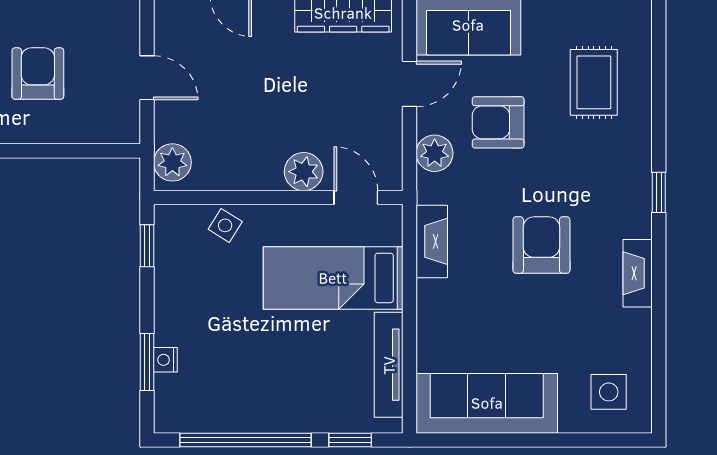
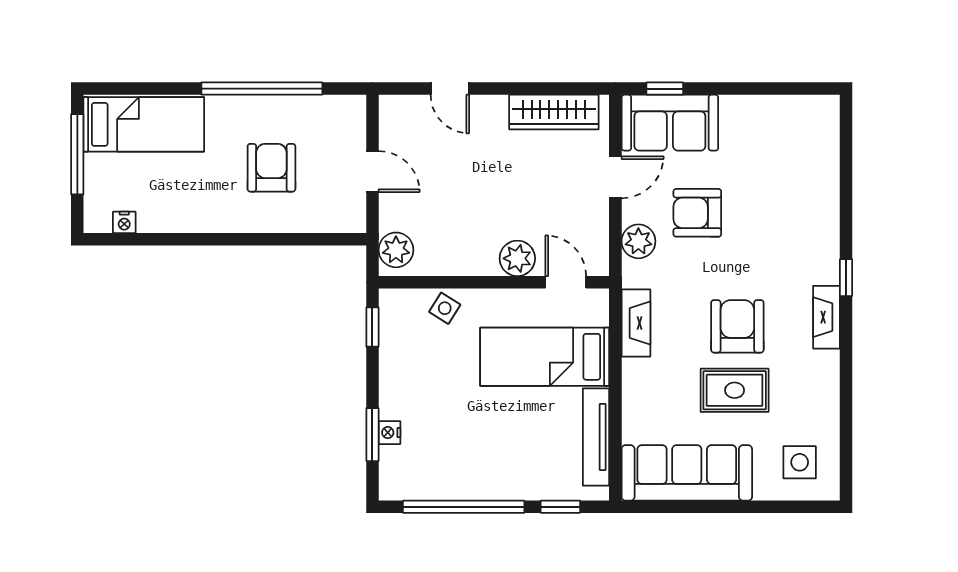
rug: (594, 82) -> (735, 390), moved, turned 90
fireplace: (638, 273) -> (826, 317), moved

